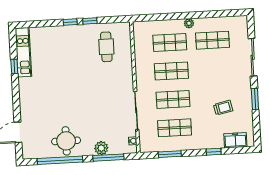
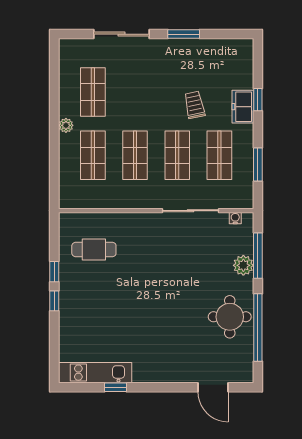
trolley: (223, 108) -> (195, 105), moved
freezer: (235, 140) -> (243, 107), moved

